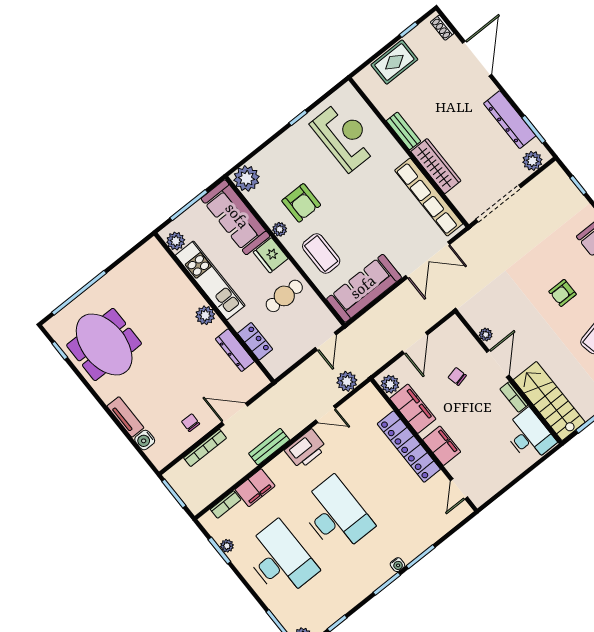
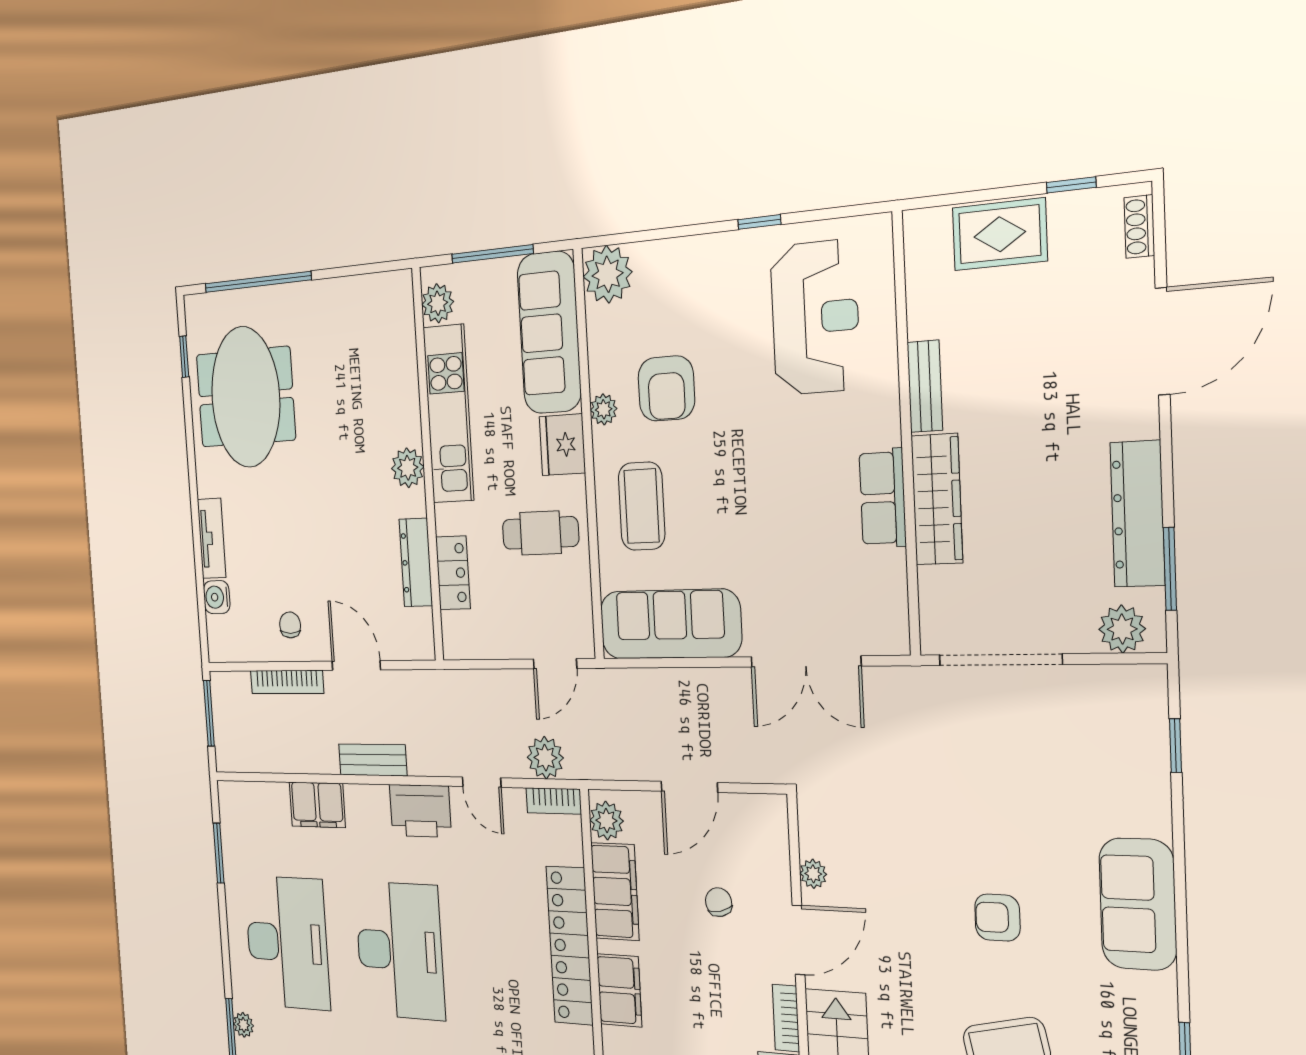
row of seats: (429, 197) -> (883, 498), width x0.50
bookcase: (226, 504) -> (554, 801), moved
plant: (227, 546) -> (244, 1025), moved

